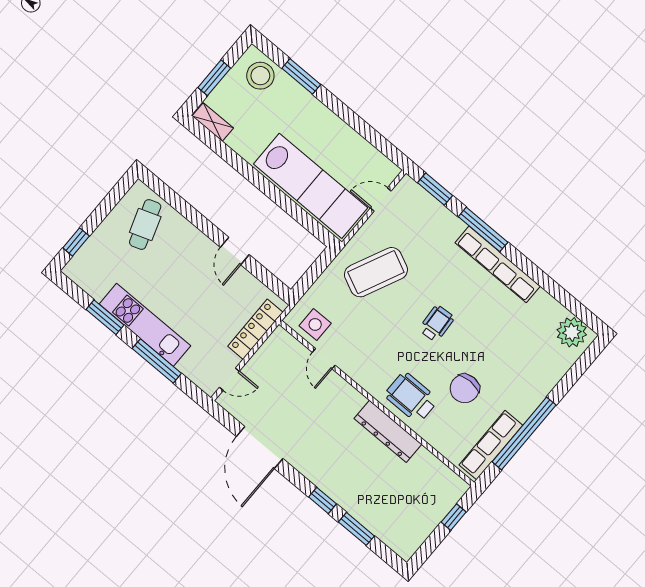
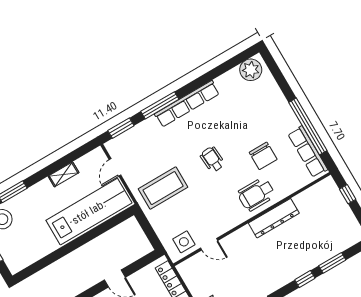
shelving: (213, 122) -> (64, 174), moved
coffee table: (376, 272) -> (163, 188), turned 65

